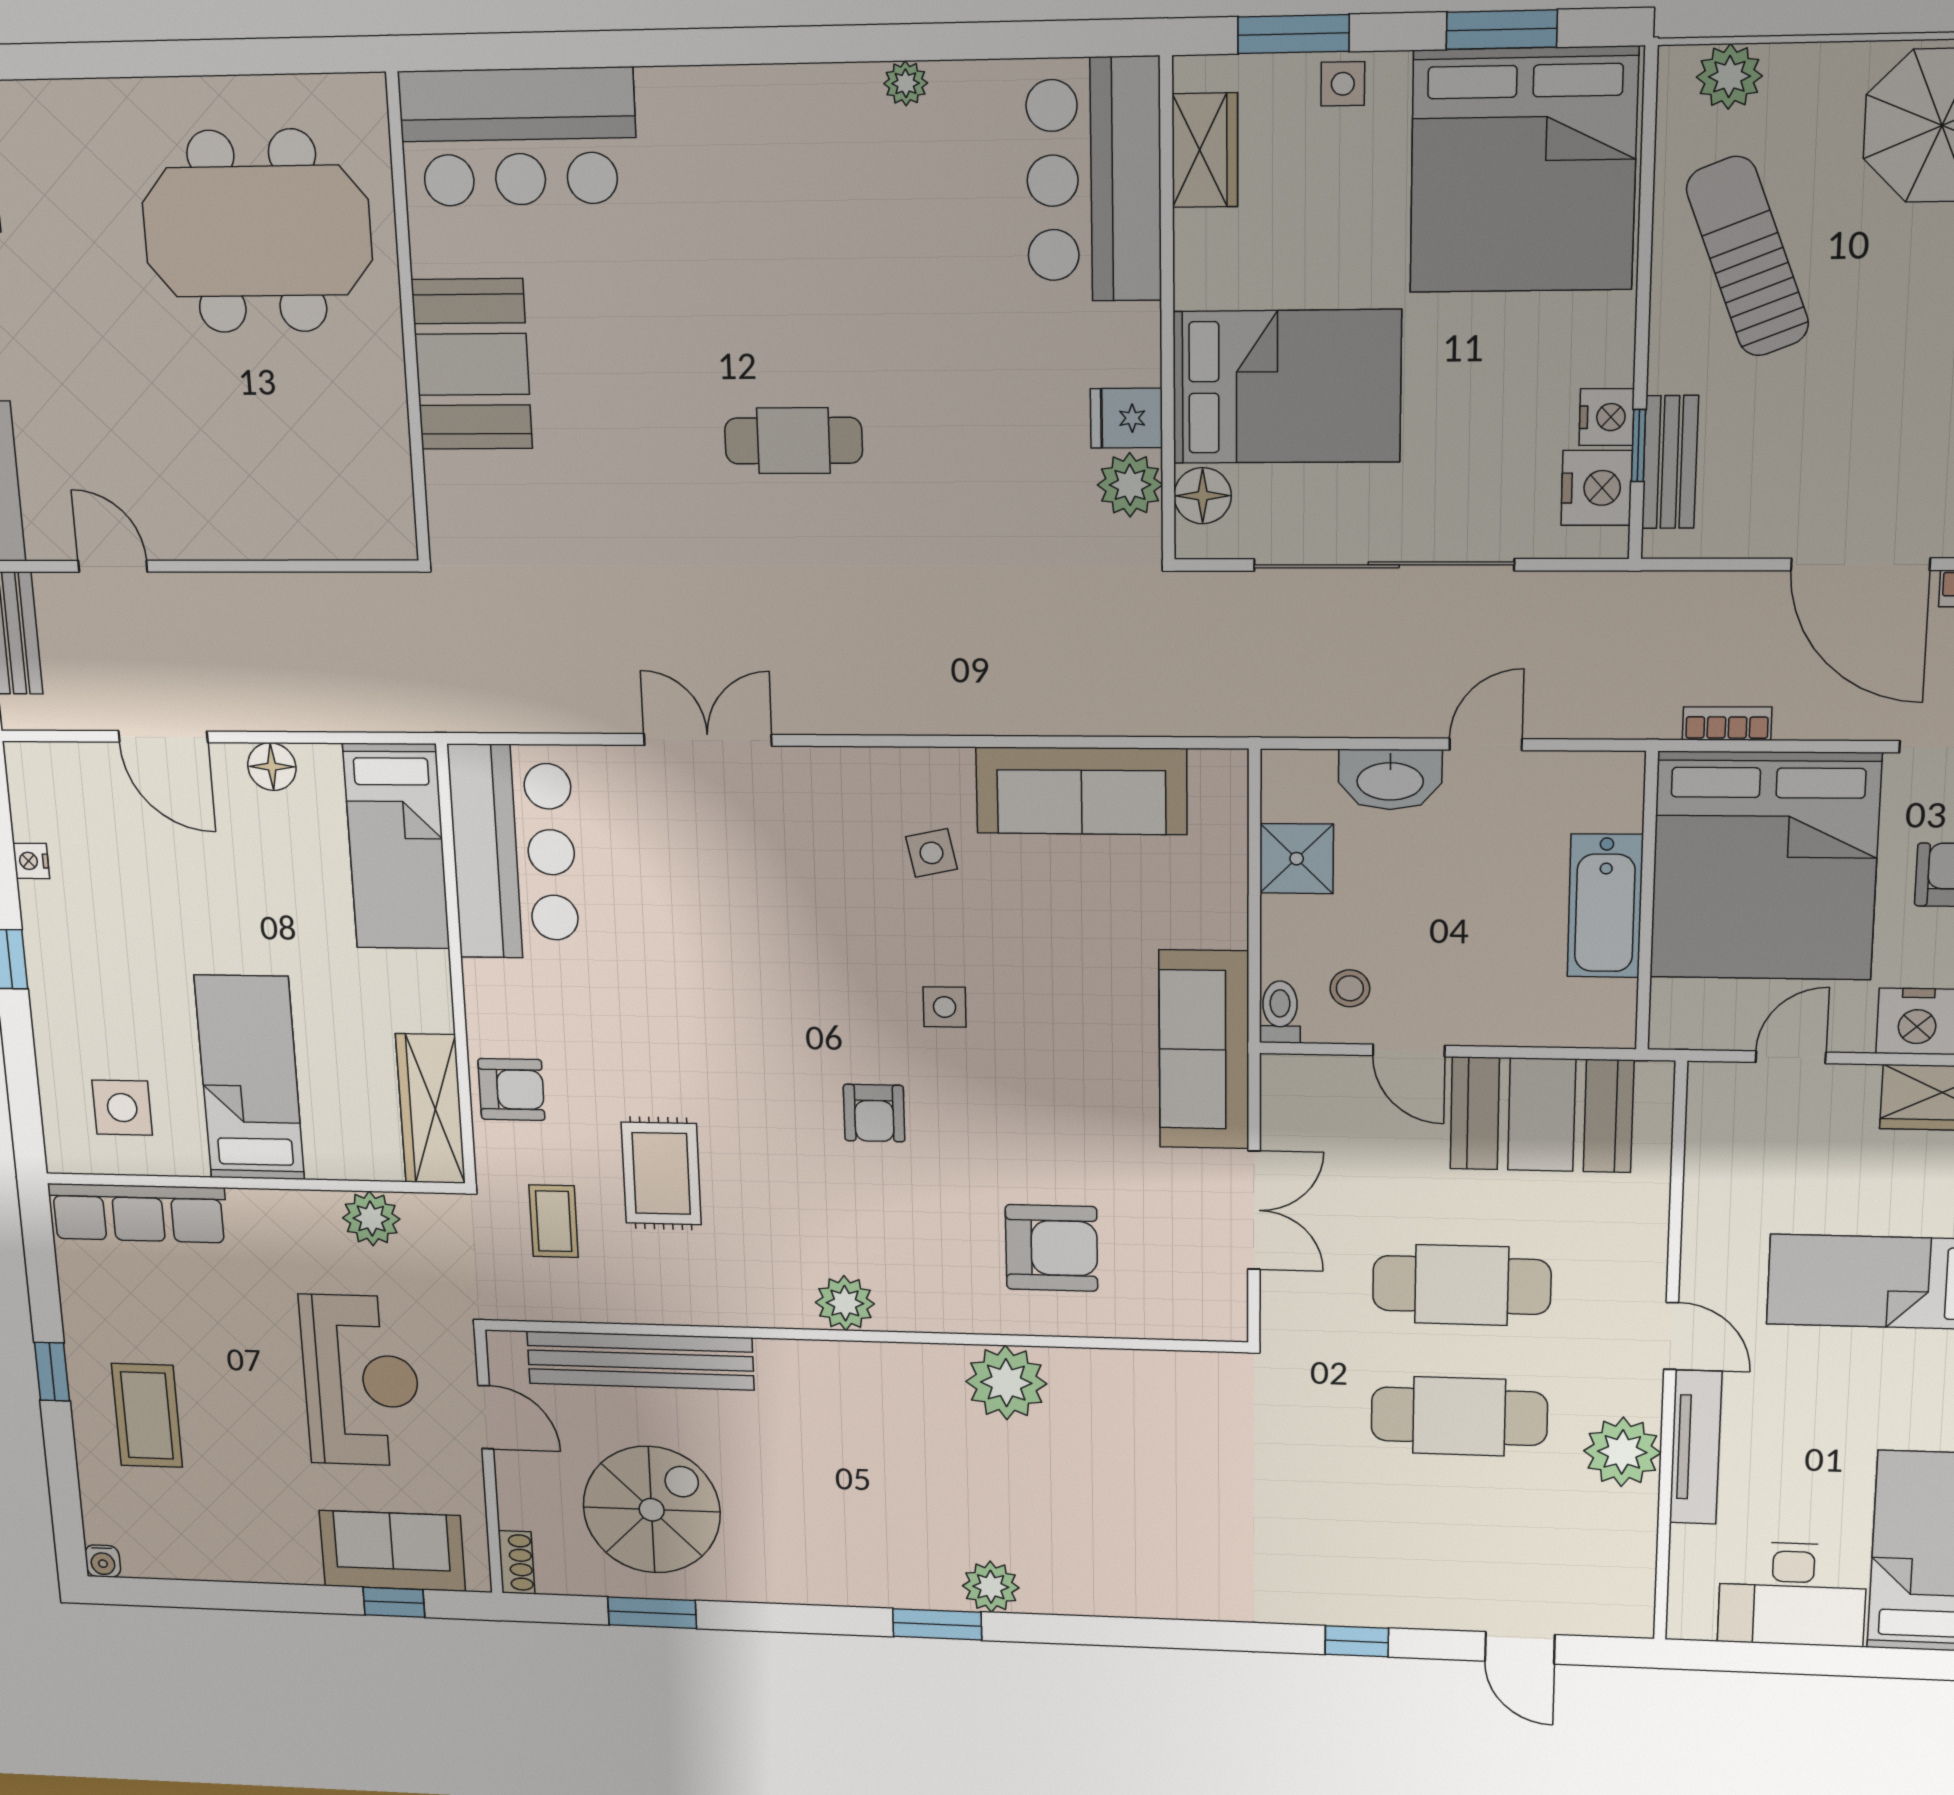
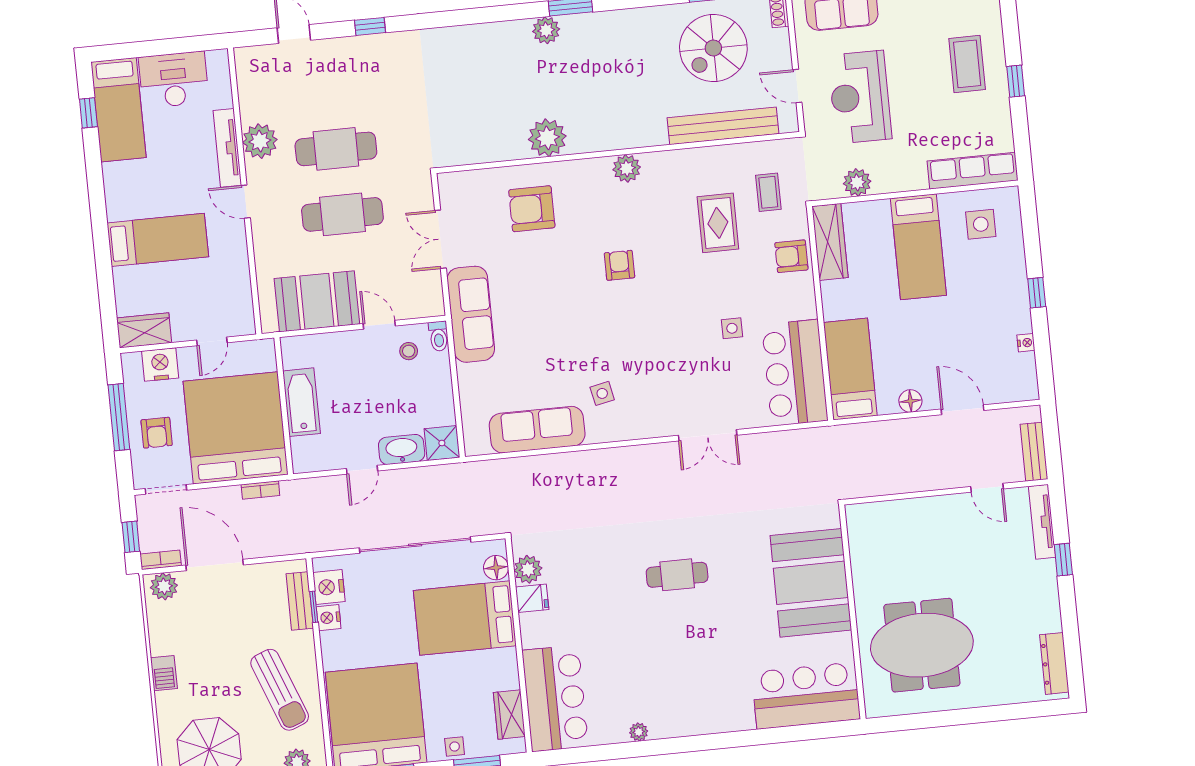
booth: (472, 364) -> (811, 583), width x1.36, depth x1.42
shower: (1297, 859) -> (442, 443), moved
side table: (945, 1007) -> (732, 328), moved

